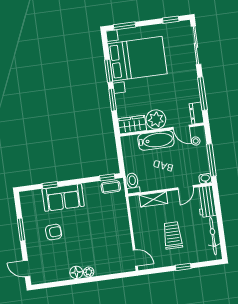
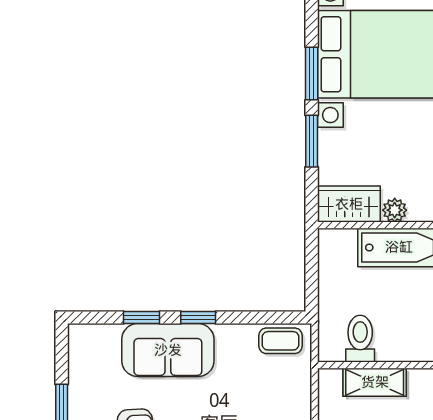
plant: (156, 119) -> (395, 210), width x0.53, depth x0.53
window: (107, 177) -> (198, 317), moved
toilet: (133, 183) -> (360, 339), moved

